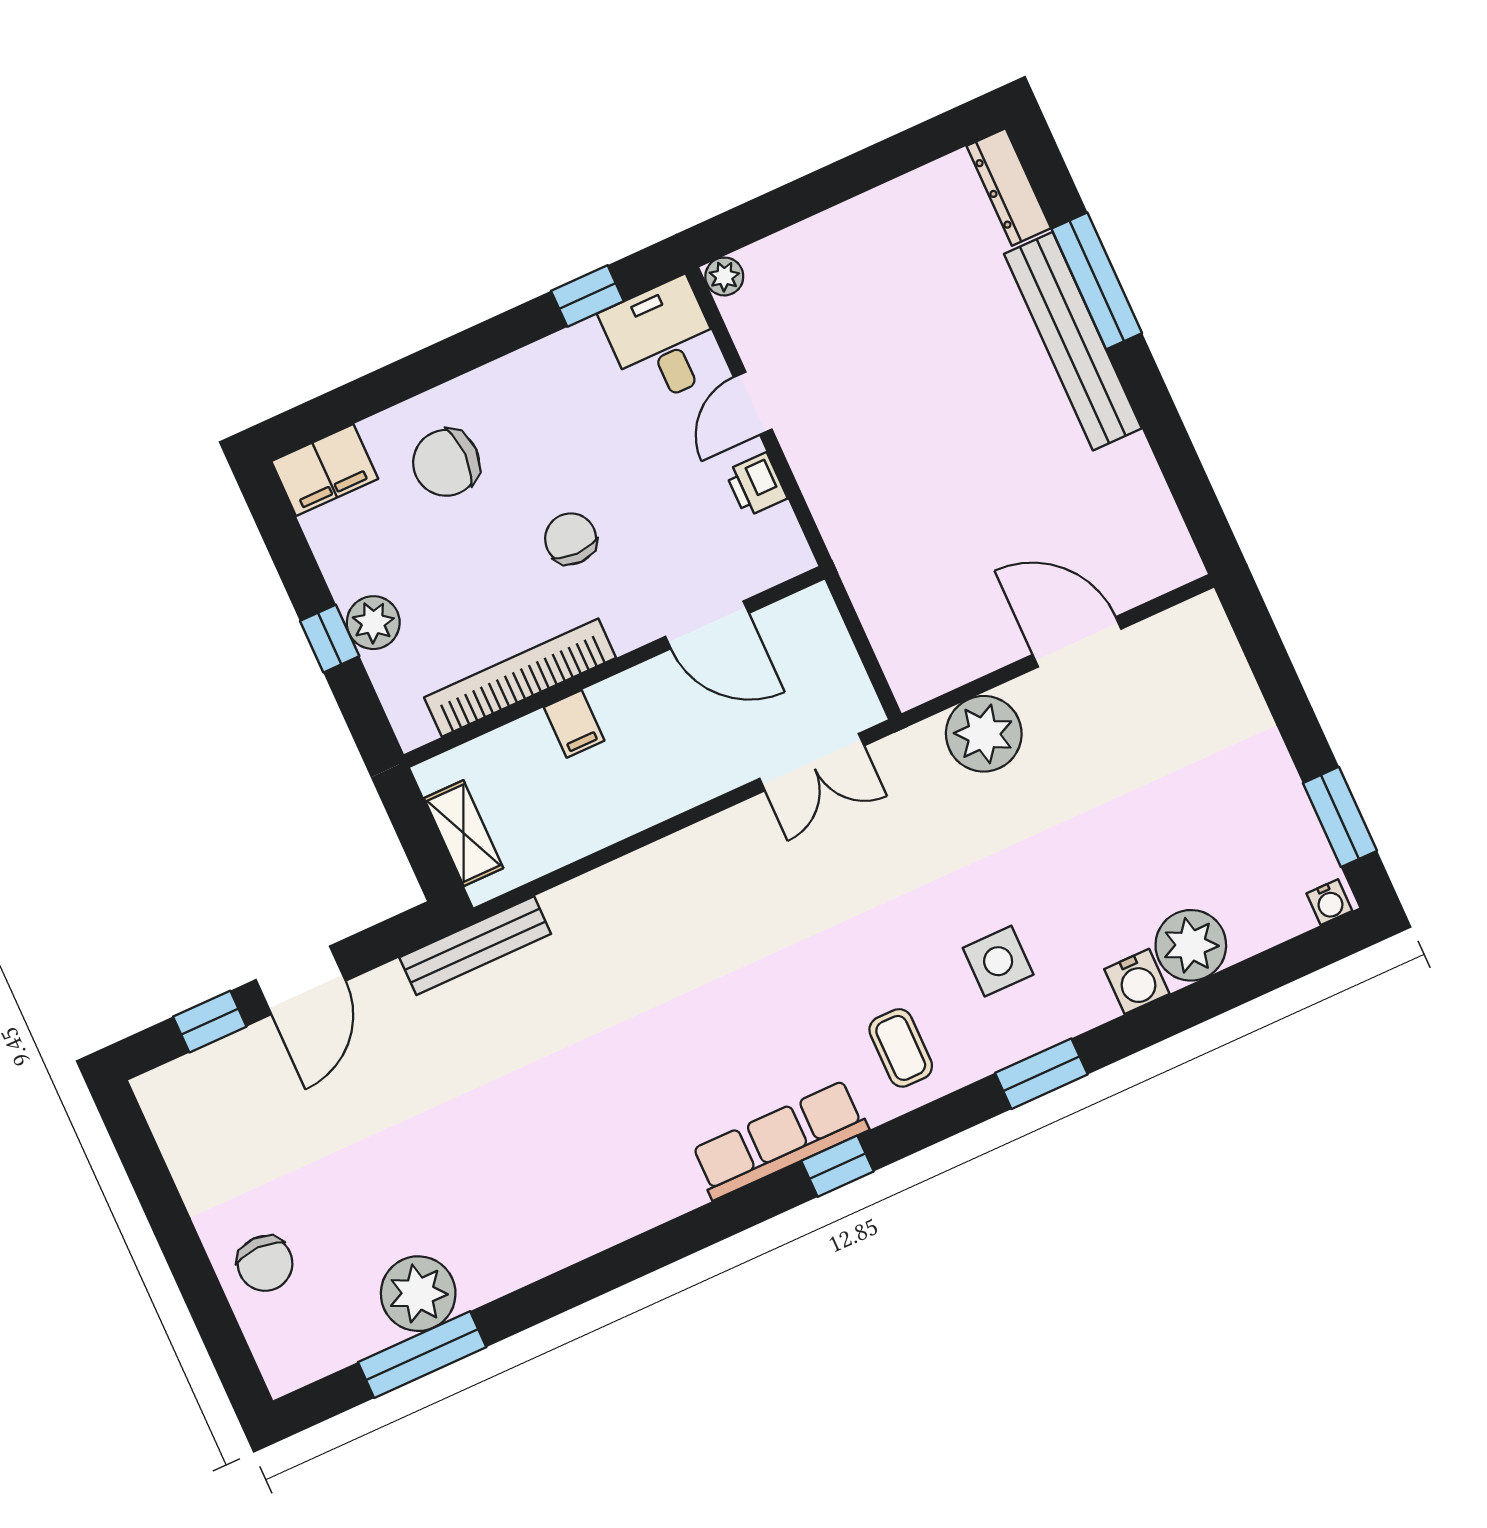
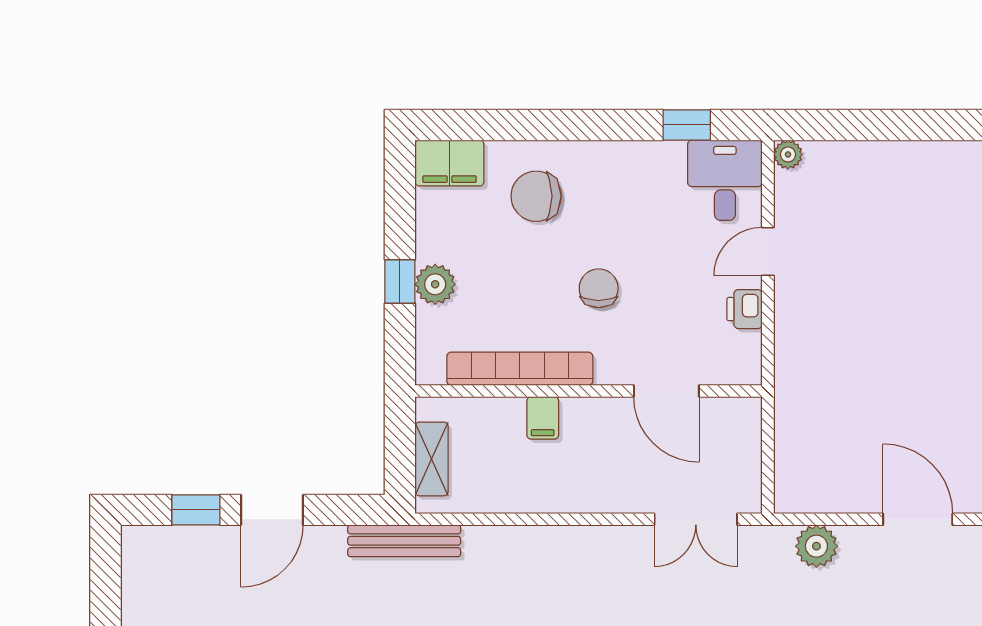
plant: (984, 734) -> (816, 546), width x0.73, depth x0.73

